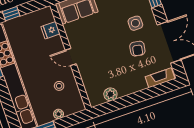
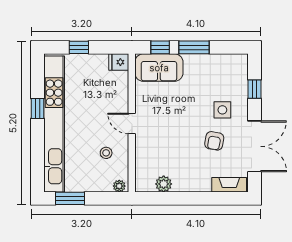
fridge: (50, 30) -> (119, 62), moved
plant: (59, 114) -> (119, 186), moved

